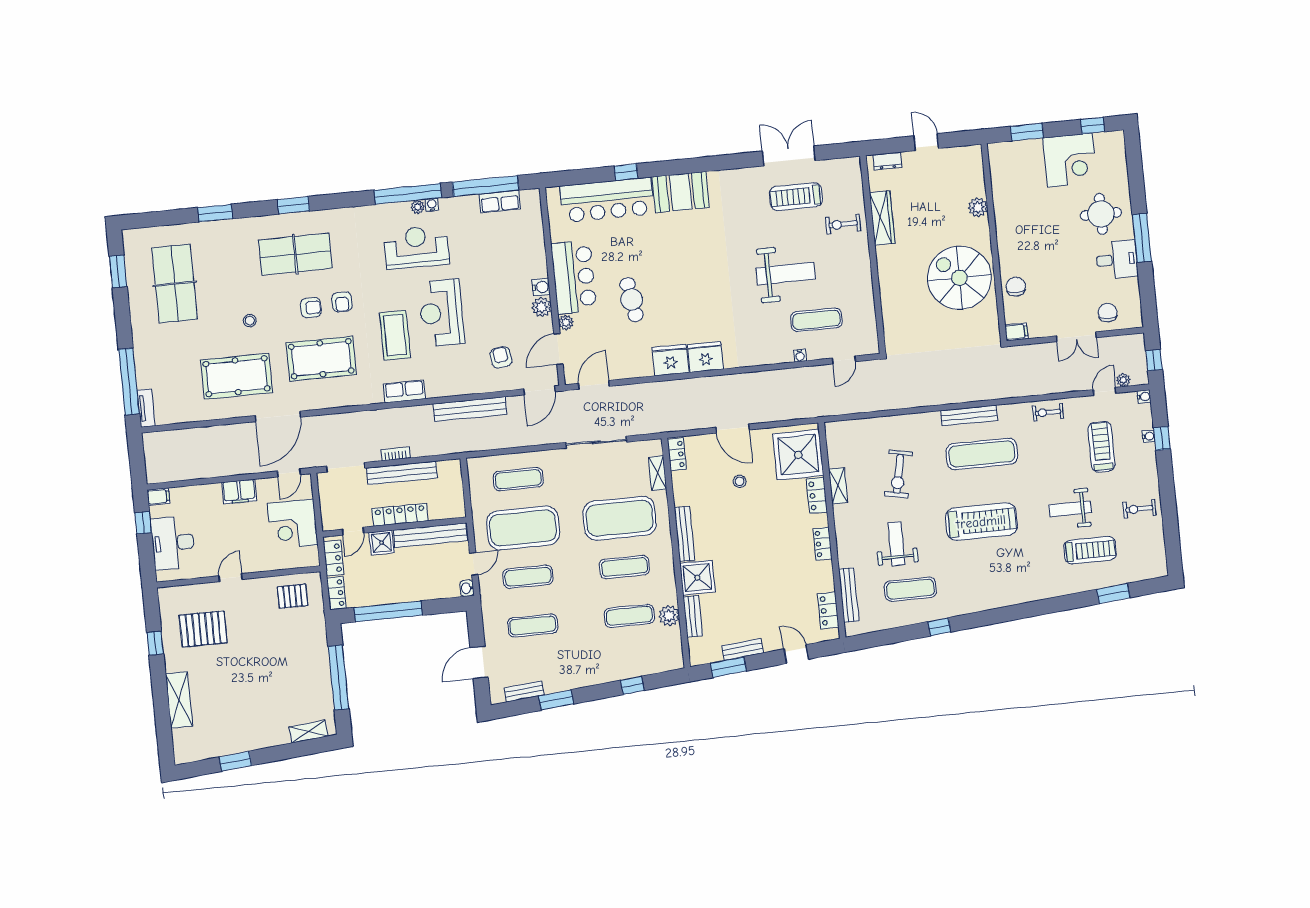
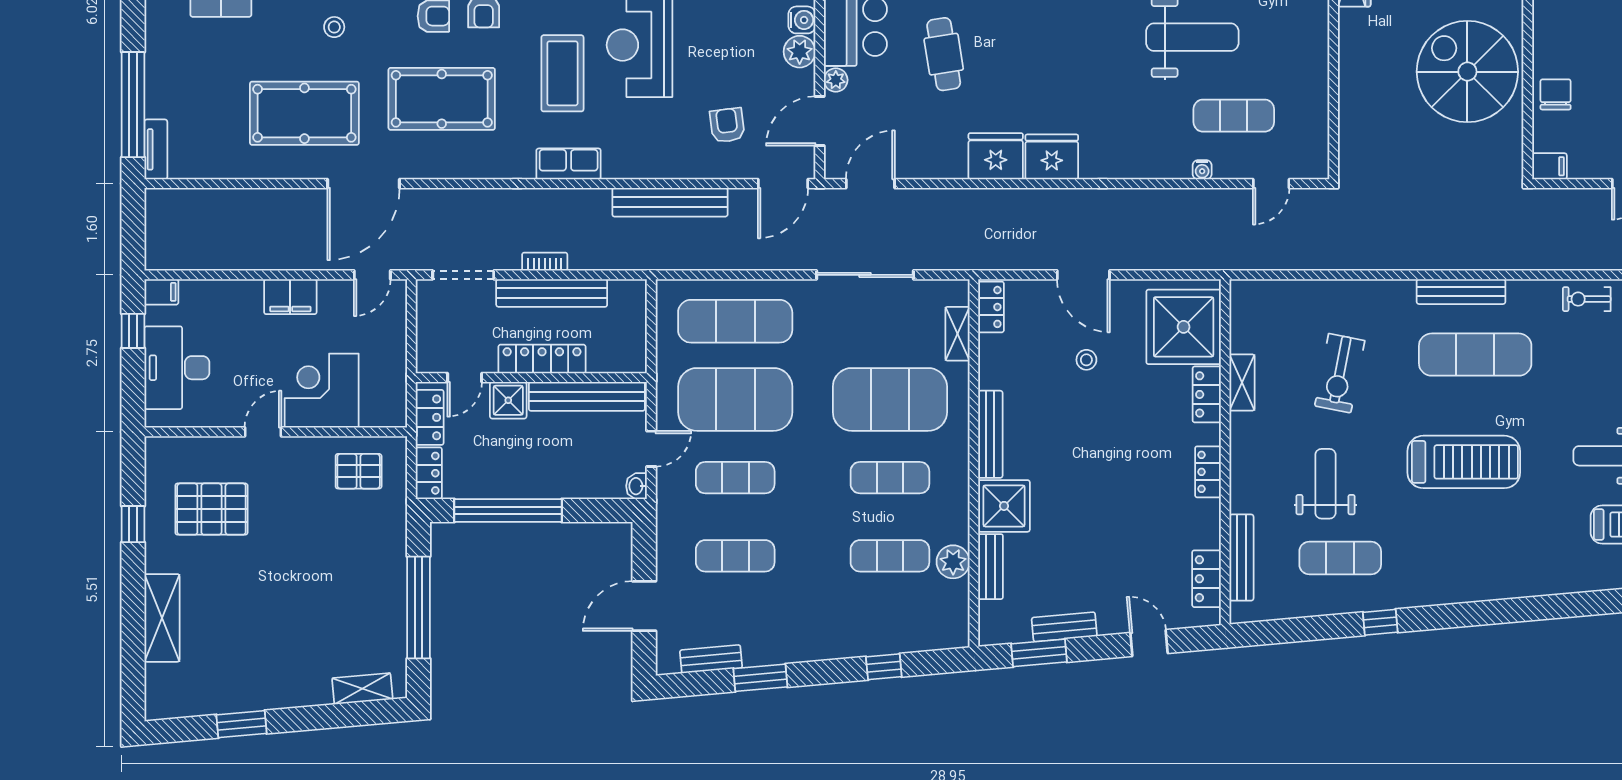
exercise mat: (518, 479) -> (735, 321), width x1.36, depth x1.45
corner desk: (293, 524) -> (322, 391), moved, turned 90

